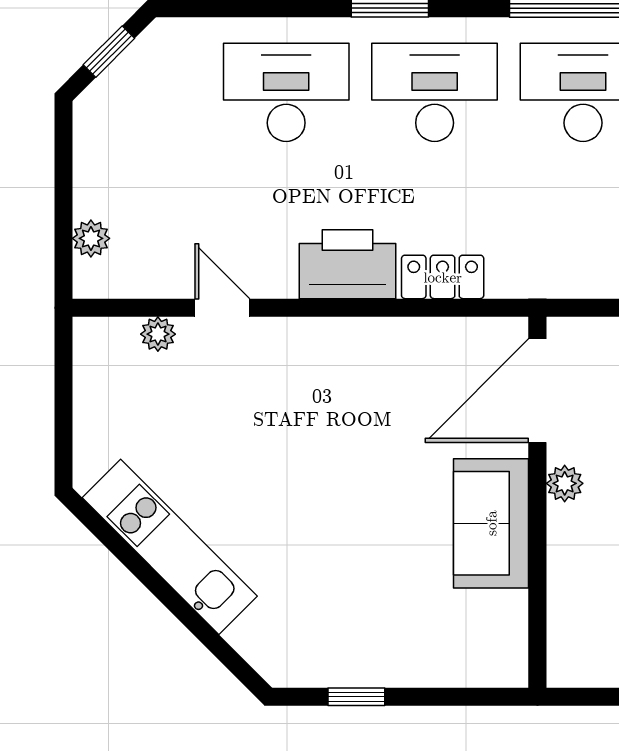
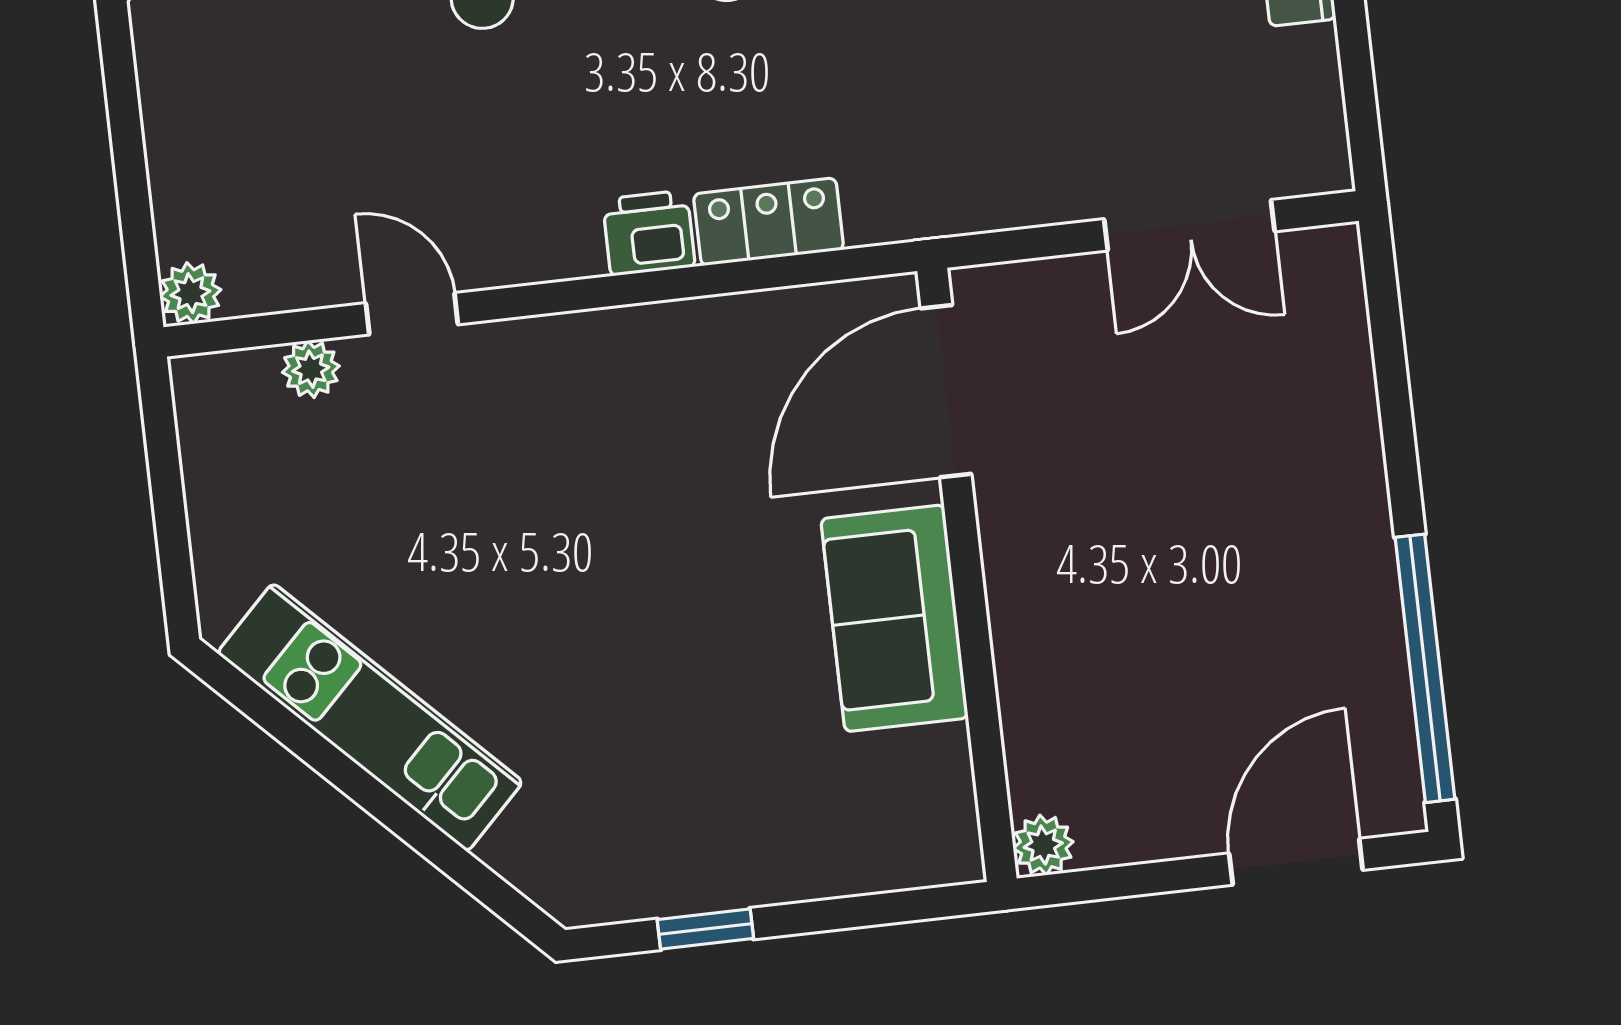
plant: (91, 238) -> (190, 293), moved
printer: (348, 264) -> (649, 233), width x0.53, depth x0.68
plant: (565, 483) -> (1043, 845), moved

